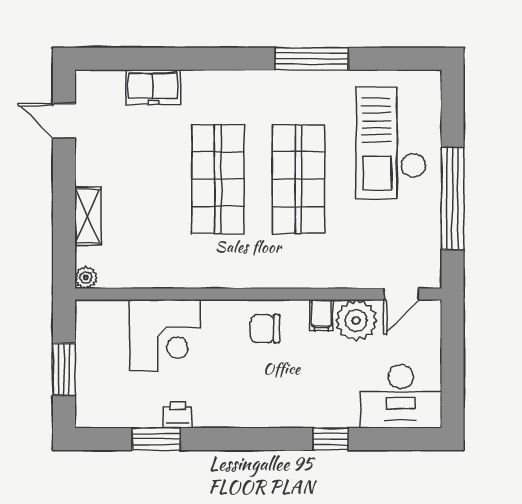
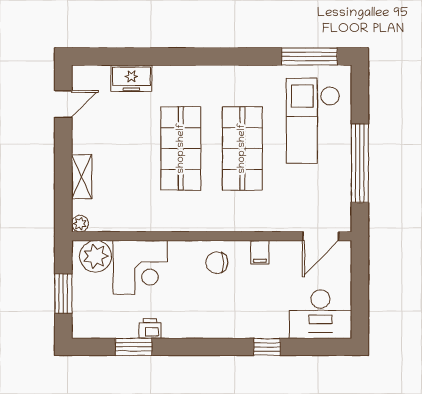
window: (312, 59) -> (309, 57), moved
door: (64, 121) -> (63, 104), swing flipped
door: (401, 294) -> (321, 236), width x1.38
plant: (356, 320) -> (96, 256), moved

